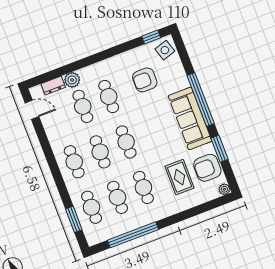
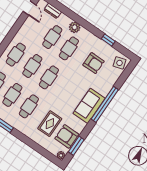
window: (151, 37) -> (108, 40), moved
plant: (72, 80) -> (75, 27), moved
armchair: (145, 80) -> (93, 63), turned 180
sofa: (190, 118) -> (89, 106), width x0.73
window: (219, 149) -> (76, 146), moved

